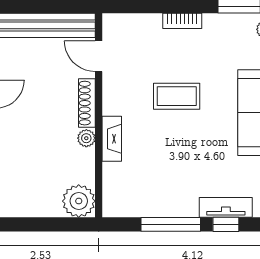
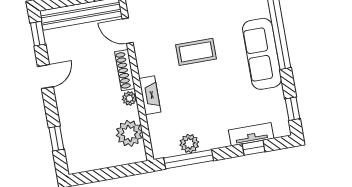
plant: (79, 201) -> (129, 133), moved
plant: (149, 206) -> (189, 144), added
window: (171, 224) -> (189, 159), moved

